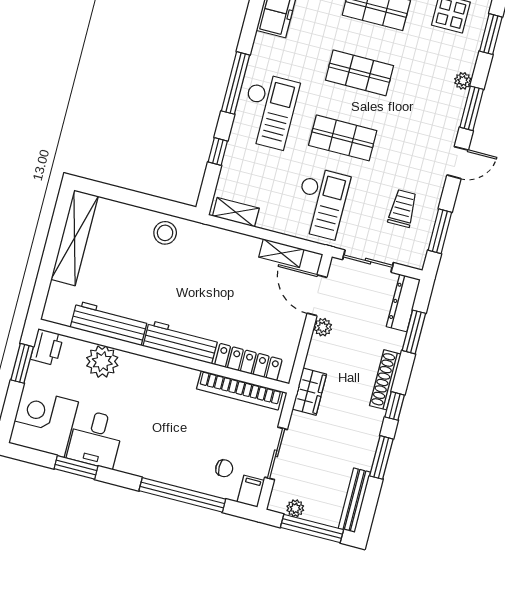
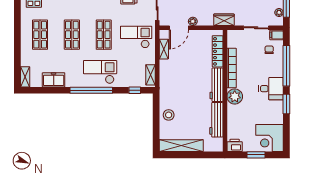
window: (236, 83) -> (91, 90), width x1.46
window: (218, 152) -> (135, 90), moved
stool: (165, 233) -> (169, 115), moved
plant: (102, 362) -> (235, 96), moved
window: (22, 363) -> (256, 155), moved
bookcase: (240, 390) -> (232, 68), moved
desk: (96, 439) -> (271, 89), moved
window: (76, 467) -> (286, 104), moved

